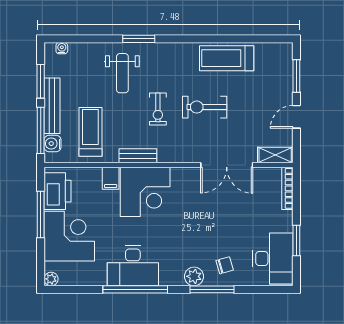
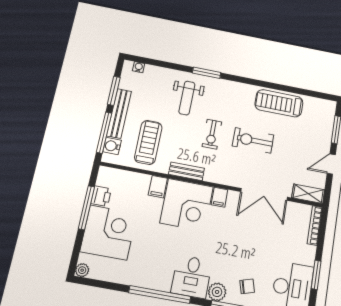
filing cabinet: (179, 177) -> (219, 197), added
printer: (57, 191) -> (101, 196), width x0.53, depth x0.68
desk: (133, 266) -> (192, 277), moved, width x0.73

